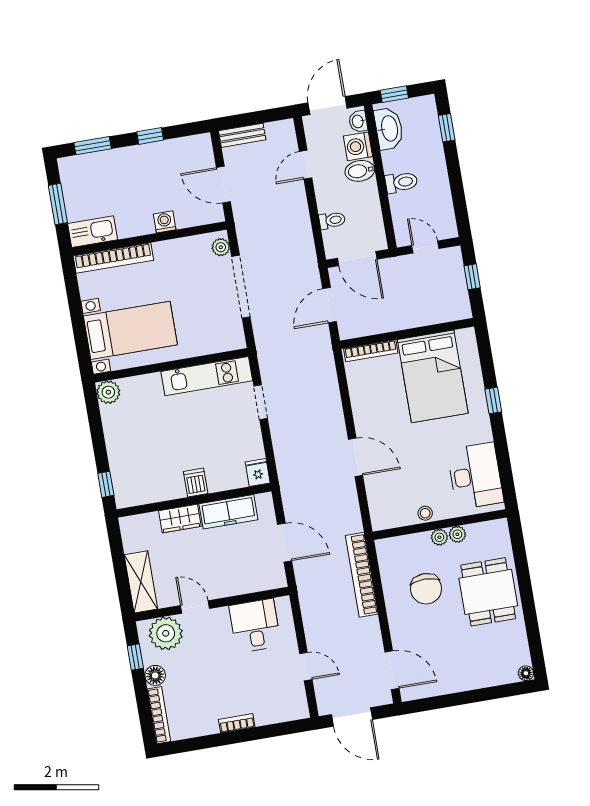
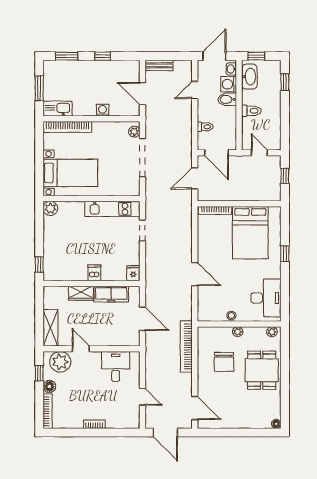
plant: (457, 534) -> (272, 332), moved

